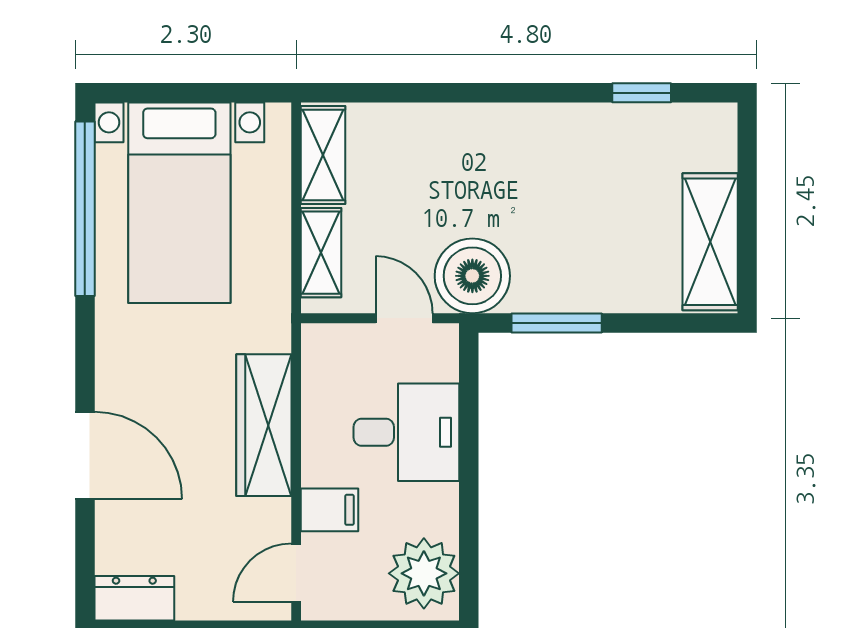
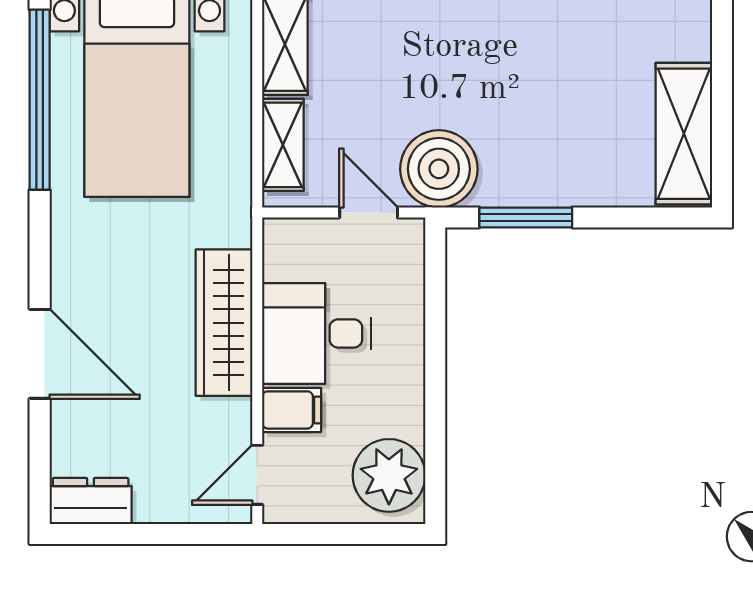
desk: (406, 432) -> (317, 333), moved, turned 180

